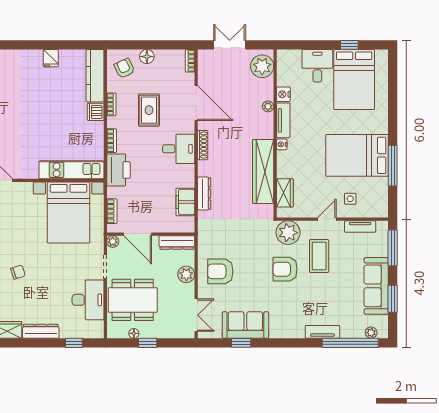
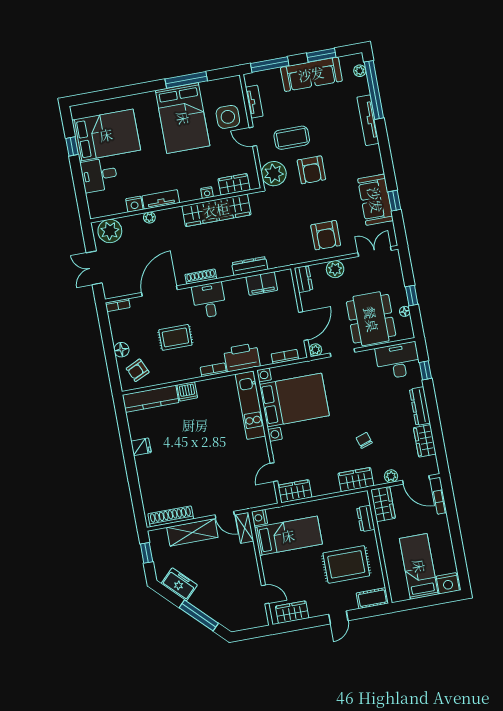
bookcase: (111, 104) -> (177, 377), removed
nightstand: (282, 144) -> (207, 193), moved
side table: (350, 199) -> (228, 117), width x1.87, depth x1.87
dresser: (177, 242) -> (303, 279), width x0.70
desk: (88, 300) -> (398, 361), moved
tv unit: (322, 332) -> (368, 120), width x1.41

